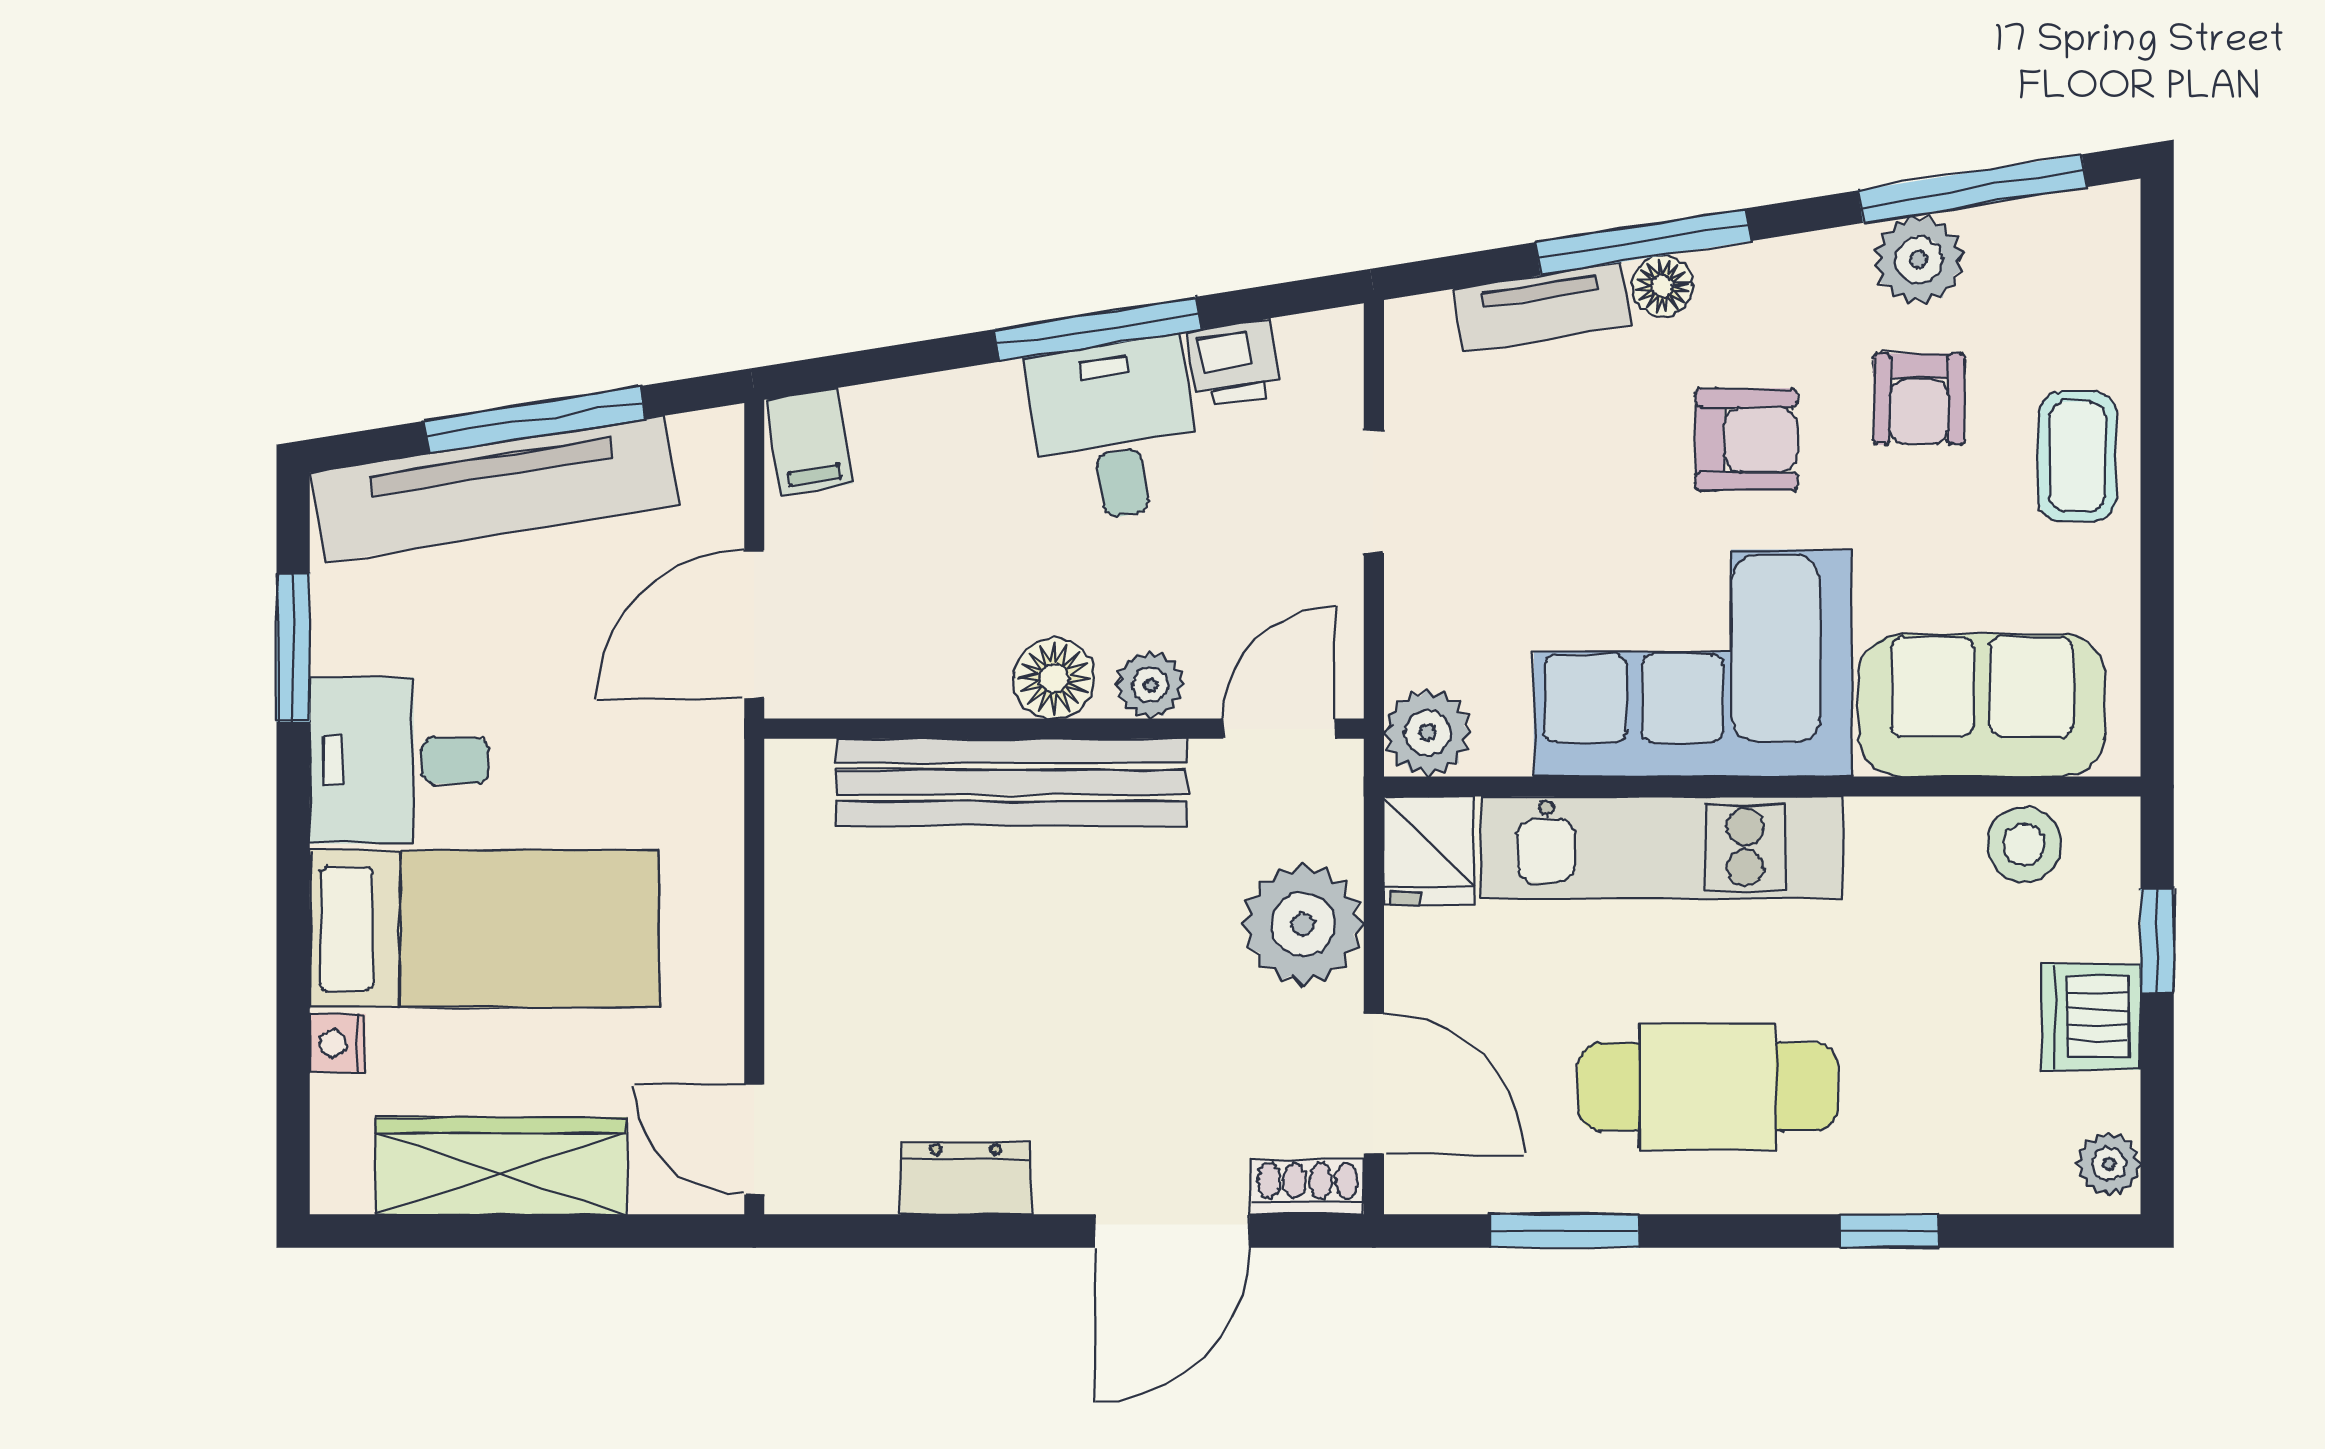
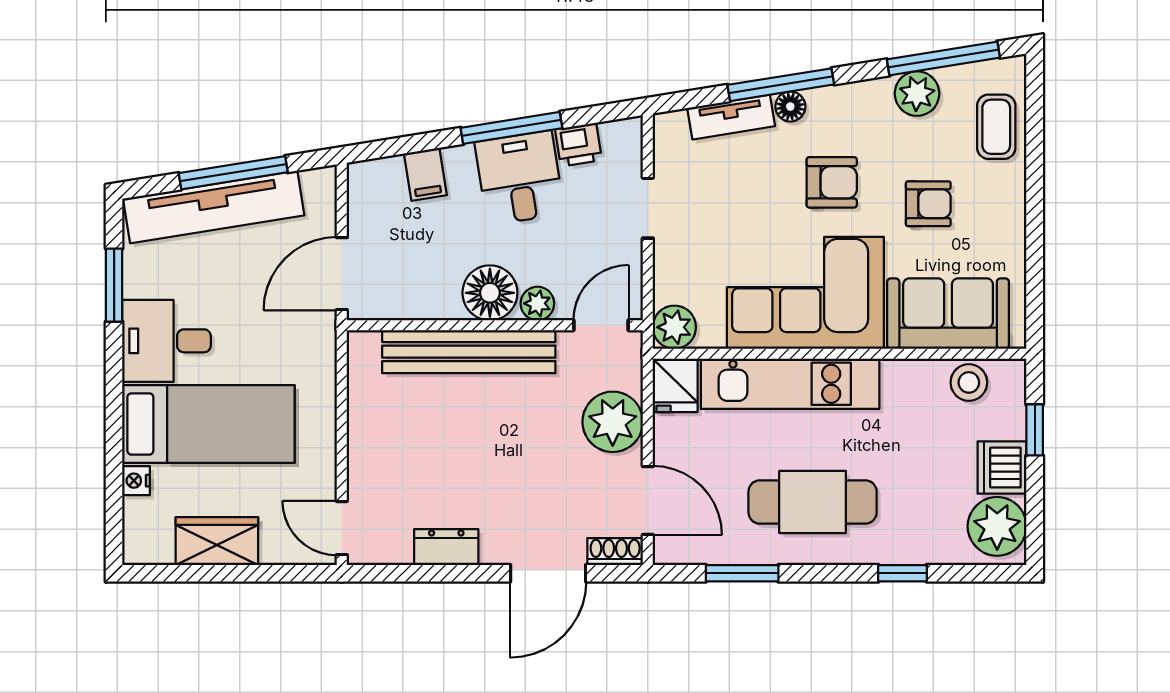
armchair: (1919, 399) -> (928, 204), moved, turned -90
filing cabinet: (809, 442) -> (425, 174), moved
coffee table: (2077, 457) -> (996, 127), moved
floor lamp: (1054, 678) -> (490, 293), width x1.38, depth x1.38
plant: (2109, 1164) -> (997, 526), width x1.88, depth x1.88
wardrobe: (501, 1166) -> (217, 541), width x0.67

